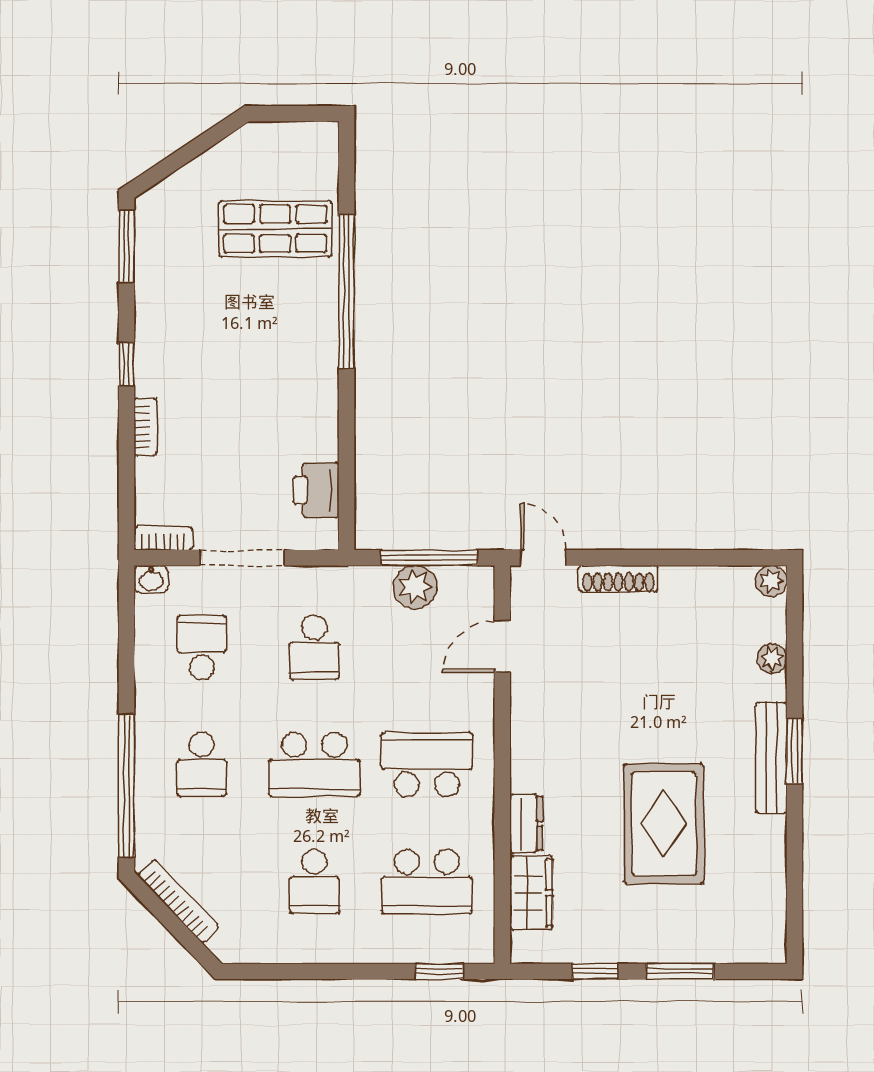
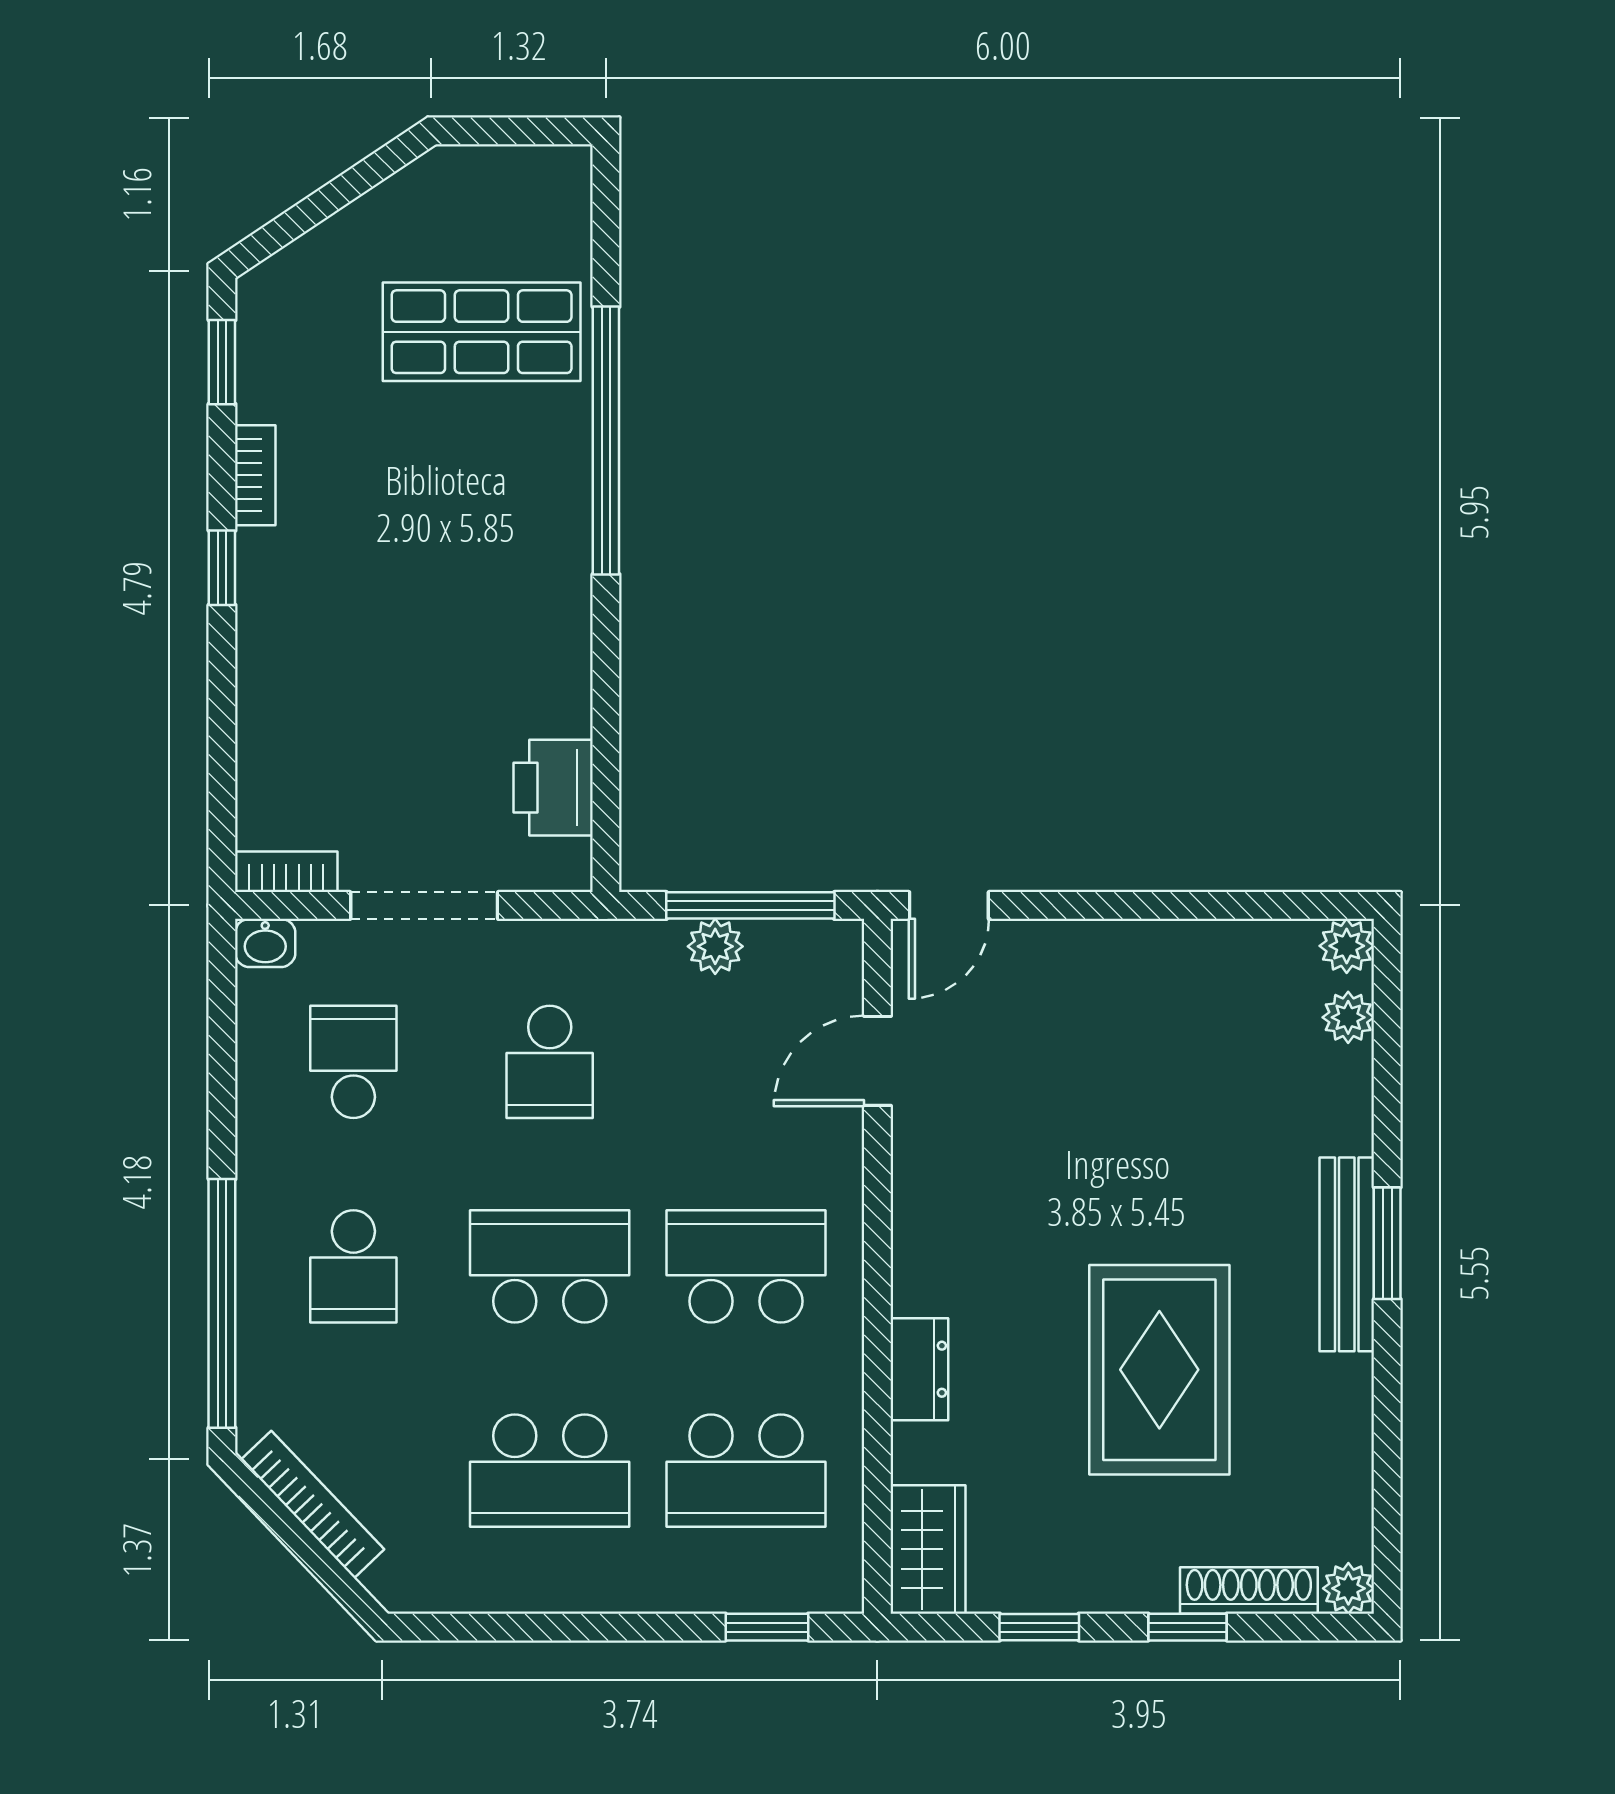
window: (126, 246) -> (222, 362), width x0.67
bookcase: (146, 427) -> (255, 475), moved
door: (543, 558) -> (949, 905), swing flipped
shoe rack: (618, 579) -> (1249, 1590), moved, turned 180
plant: (415, 587) -> (715, 946), width x0.73, depth x0.73
plant: (772, 658) -> (1348, 1017), moved
school desk: (314, 765) -> (550, 1266), turned 180
school desk: (314, 882) -> (550, 1471), width x1.85
wardrobe: (531, 893) -> (928, 1549), moved
plant: (772, 949) -> (1348, 1588), added
window: (680, 971) -> (1187, 1627), width x0.67

